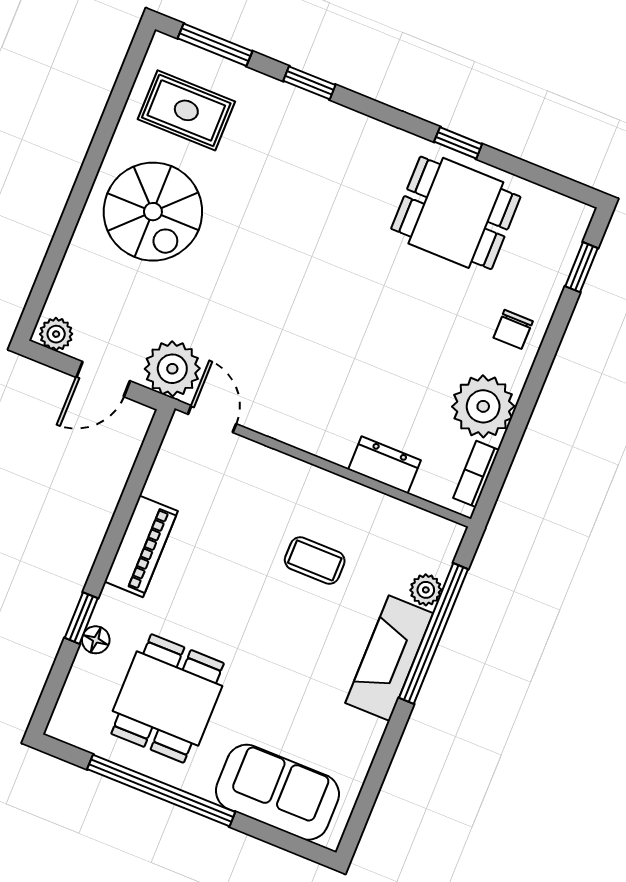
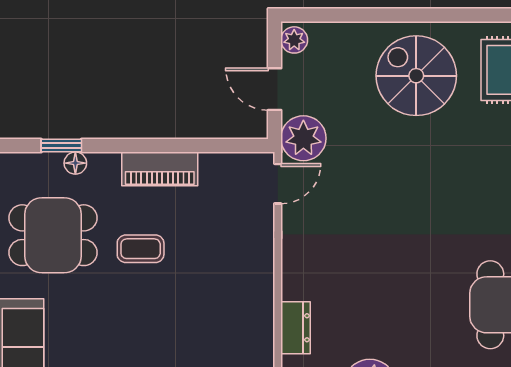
spiral stairs: (153, 212) -> (416, 76), turned 90
coffee table: (315, 560) -> (141, 249), moved, turned 90
window: (81, 618) -> (61, 146), moved

